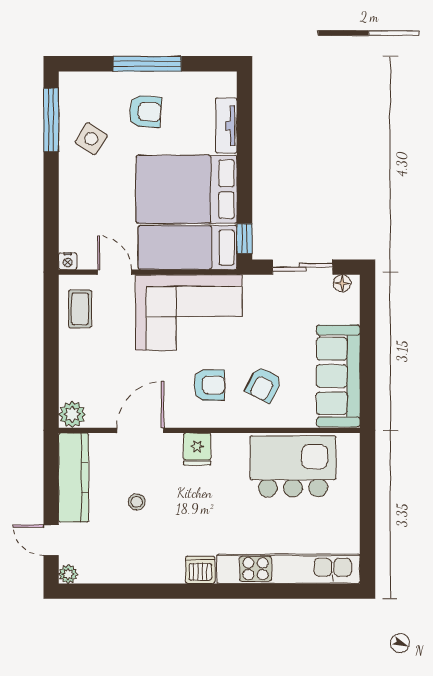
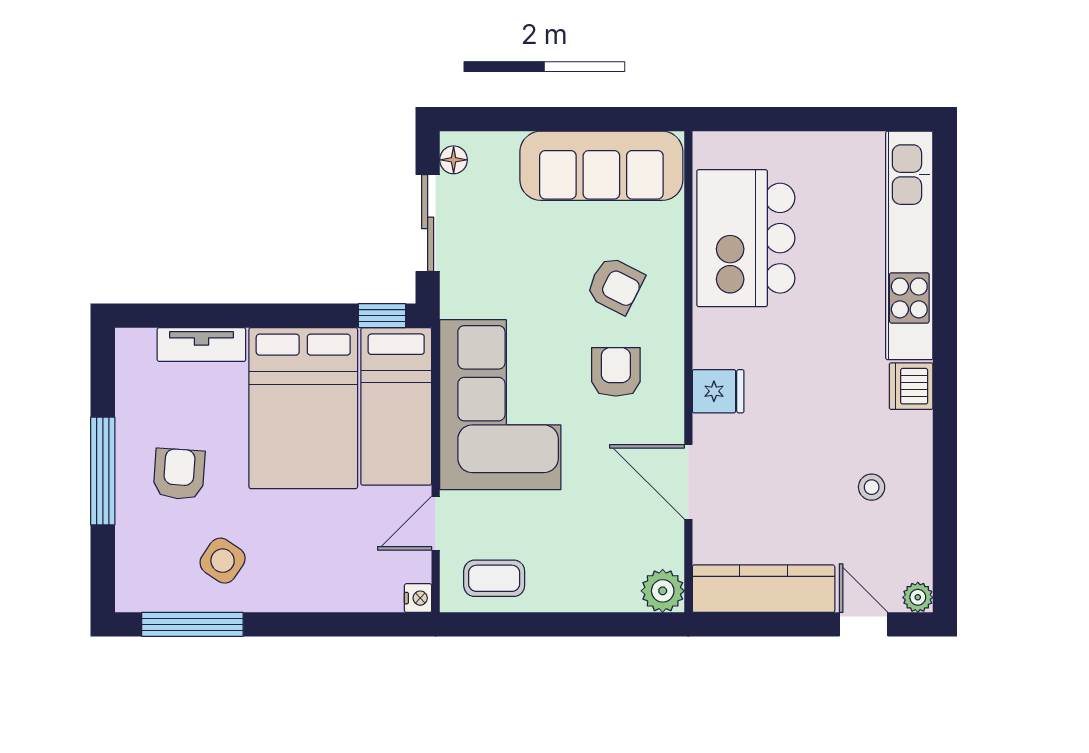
stool: (137, 502) -> (872, 487), moved
door: (51, 540) -> (864, 624), swing flipped

